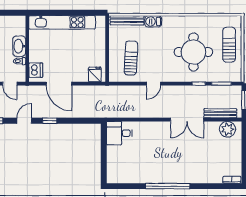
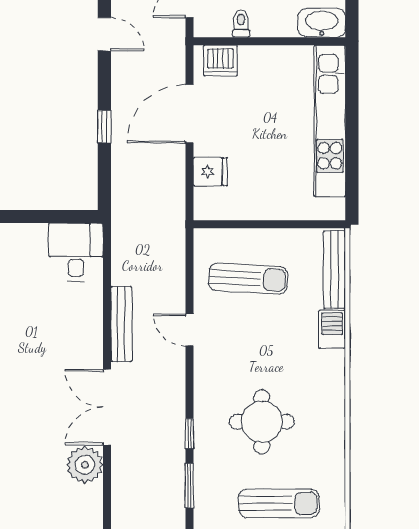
washbasin: (19, 46) -> (322, 23), moved
round table: (193, 52) -> (262, 422), width x0.73, depth x0.73
fridge: (95, 75) -> (210, 172), moved
bench: (220, 113) -> (121, 324), moved
window: (50, 121) -> (104, 127), moved
plant: (228, 129) -> (85, 465), moved

